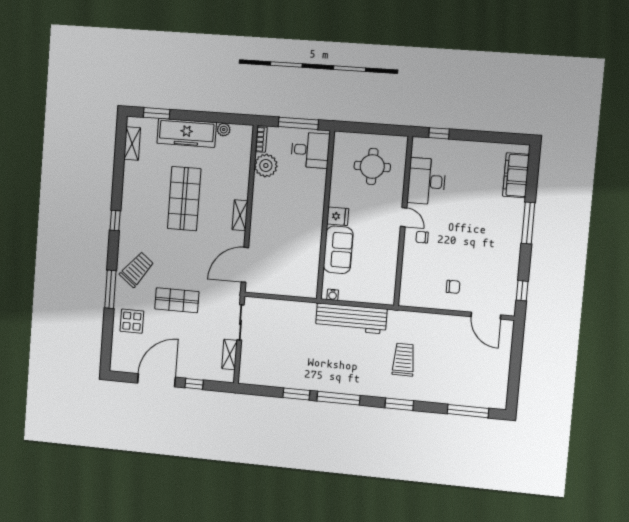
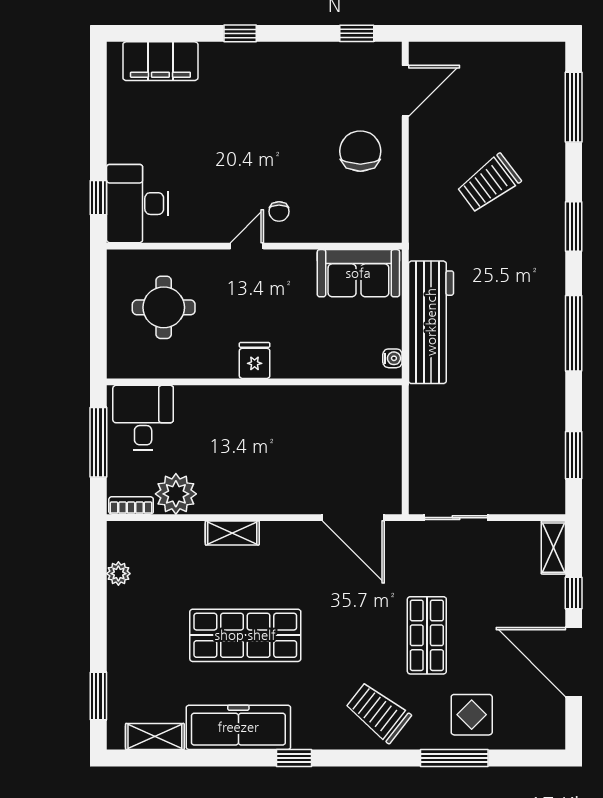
freezer: (187, 133) -> (238, 727), moved, turned -90
desk: (426, 181) -> (138, 204), moved, turned 90
shelving: (240, 215) -> (232, 533), moved
window: (528, 223) -> (240, 33), width x0.46
sofa: (338, 250) -> (358, 273), moved, turned 180
chair: (453, 287) -> (360, 151), width x1.87, depth x1.87
window: (110, 289) -> (454, 758), moved
shelving: (230, 354) -> (553, 548), moved, turned 90
trolley: (404, 360) -> (489, 183), moved, turned -37
window: (296, 394) -> (574, 455), moved

